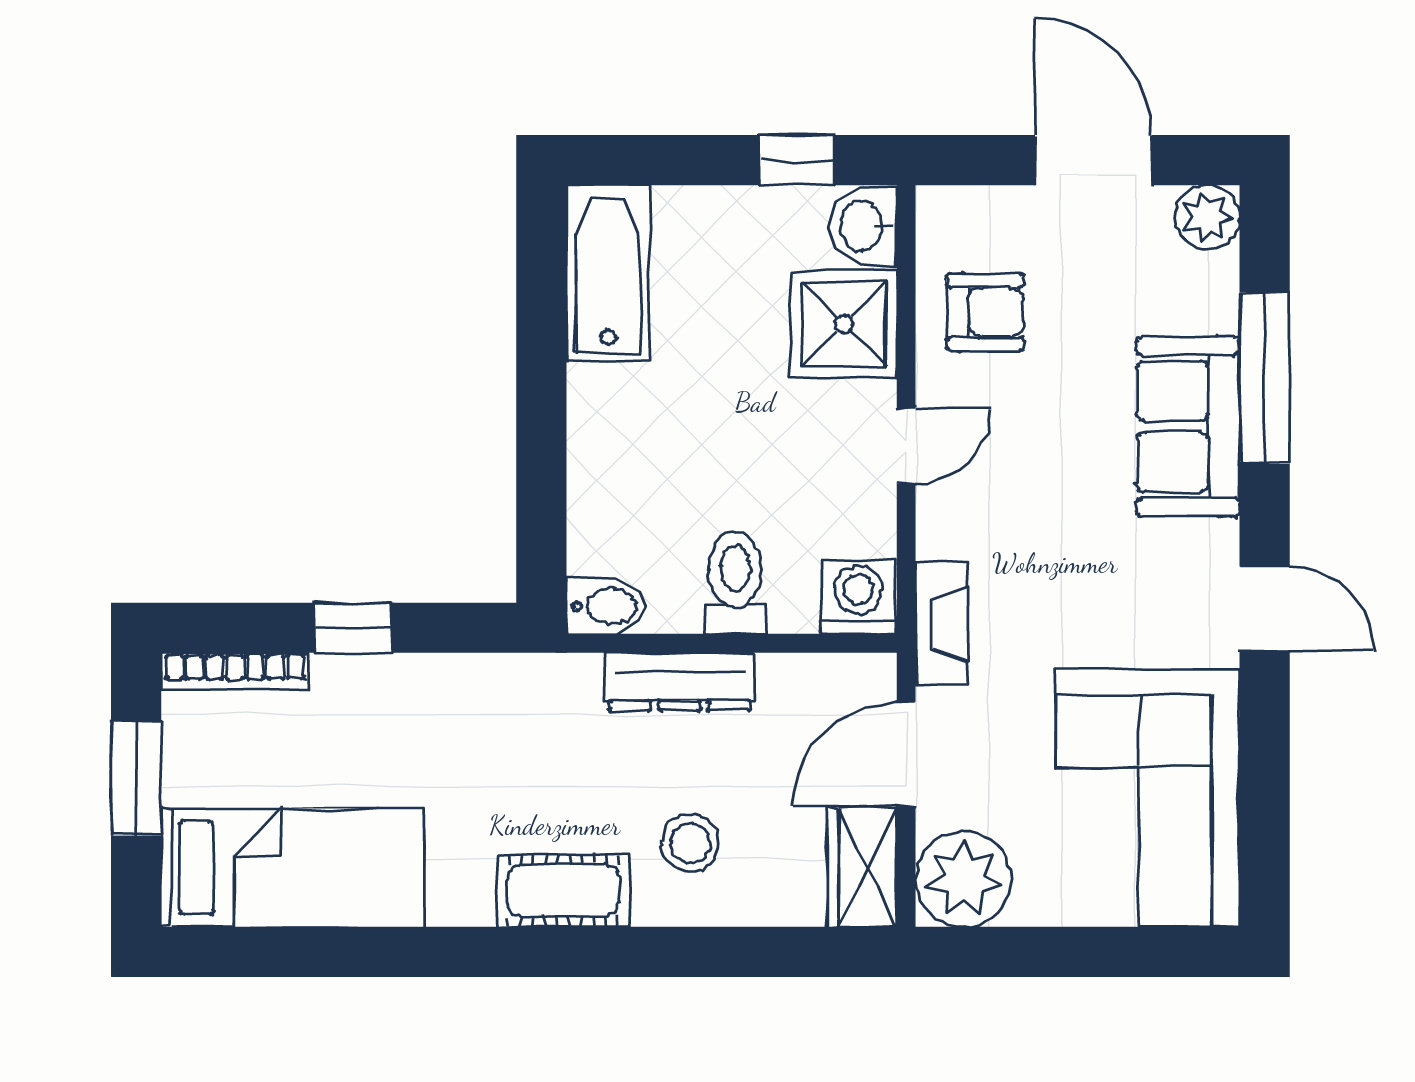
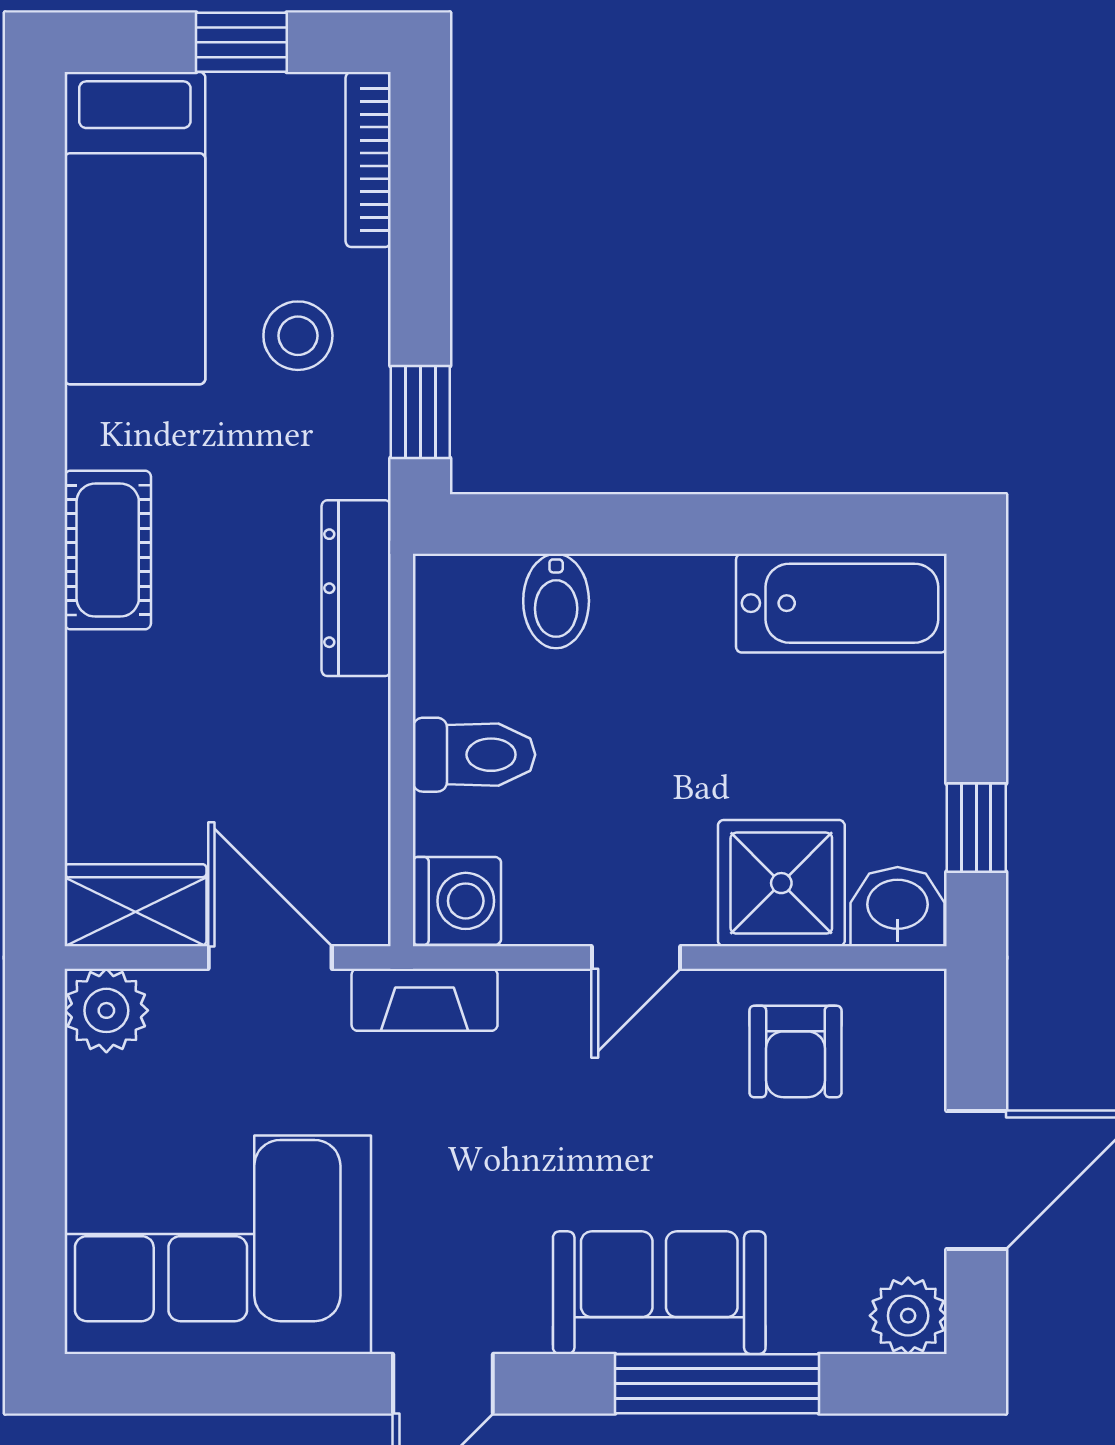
door: (906, 446) -> (636, 958), hinge flipped
bidet: (606, 606) -> (556, 601), moved
window: (353, 628) -> (420, 412), moved
dresser: (680, 682) -> (356, 588), moved
window: (136, 778) -> (241, 42), width x0.67
stool: (690, 843) -> (298, 336), moved
plant: (963, 879) -> (106, 1010), width x0.73, depth x0.73

